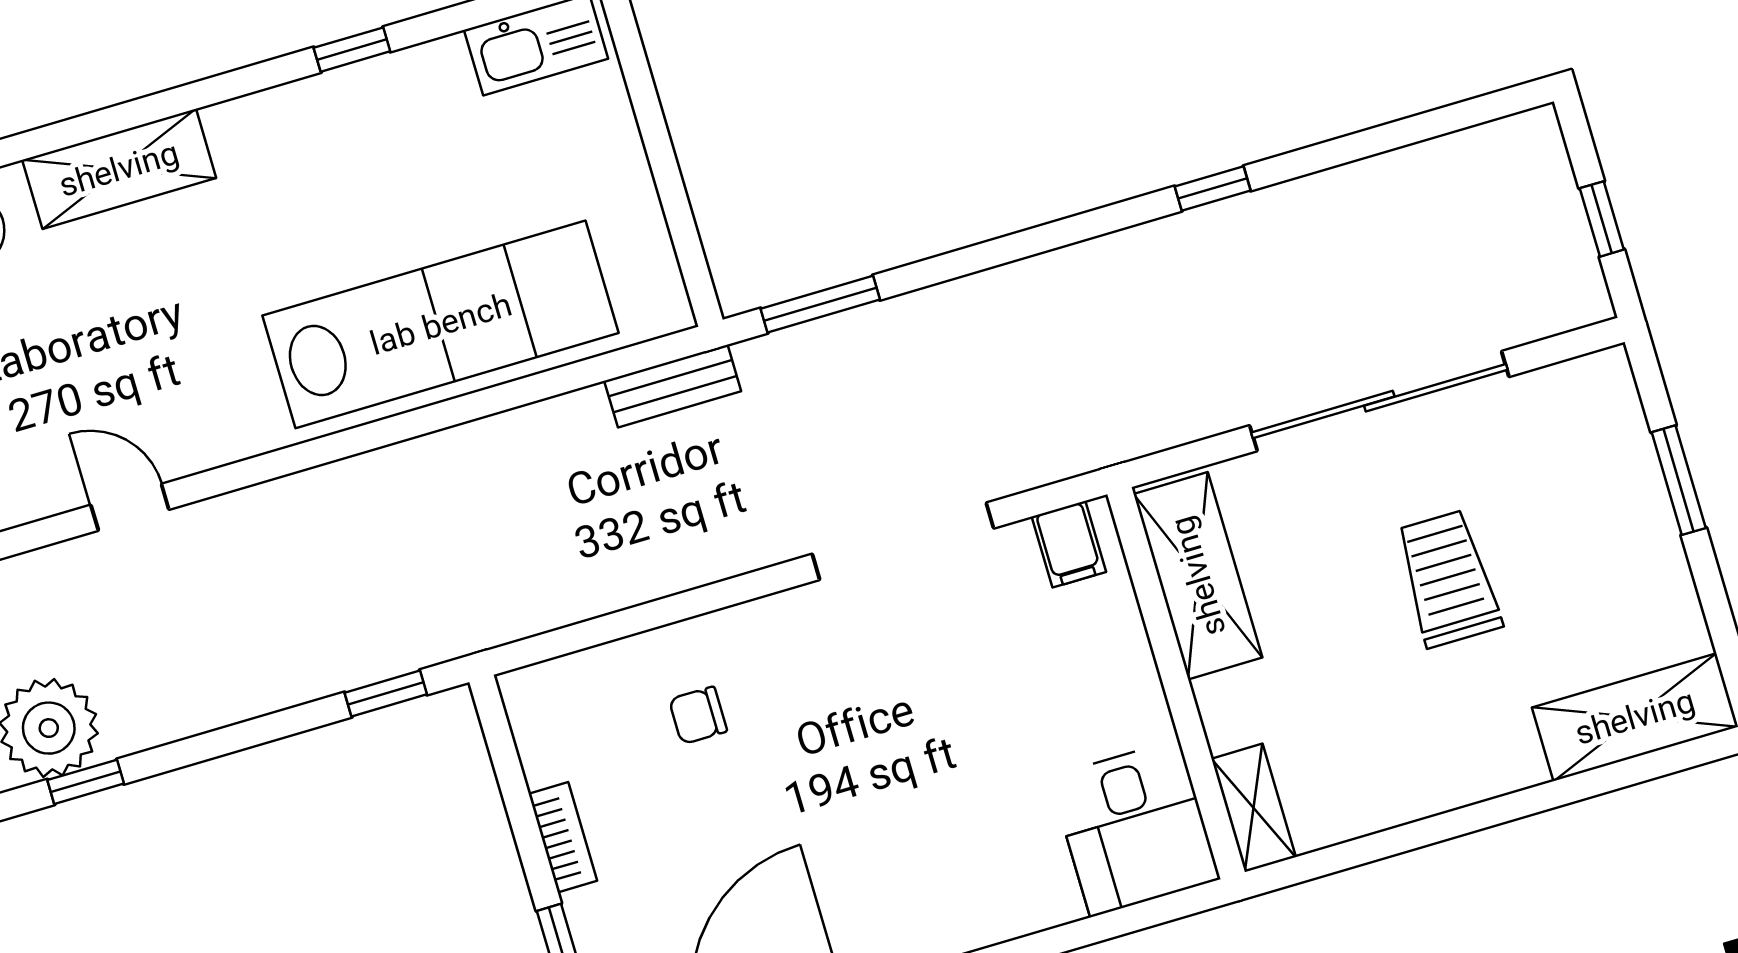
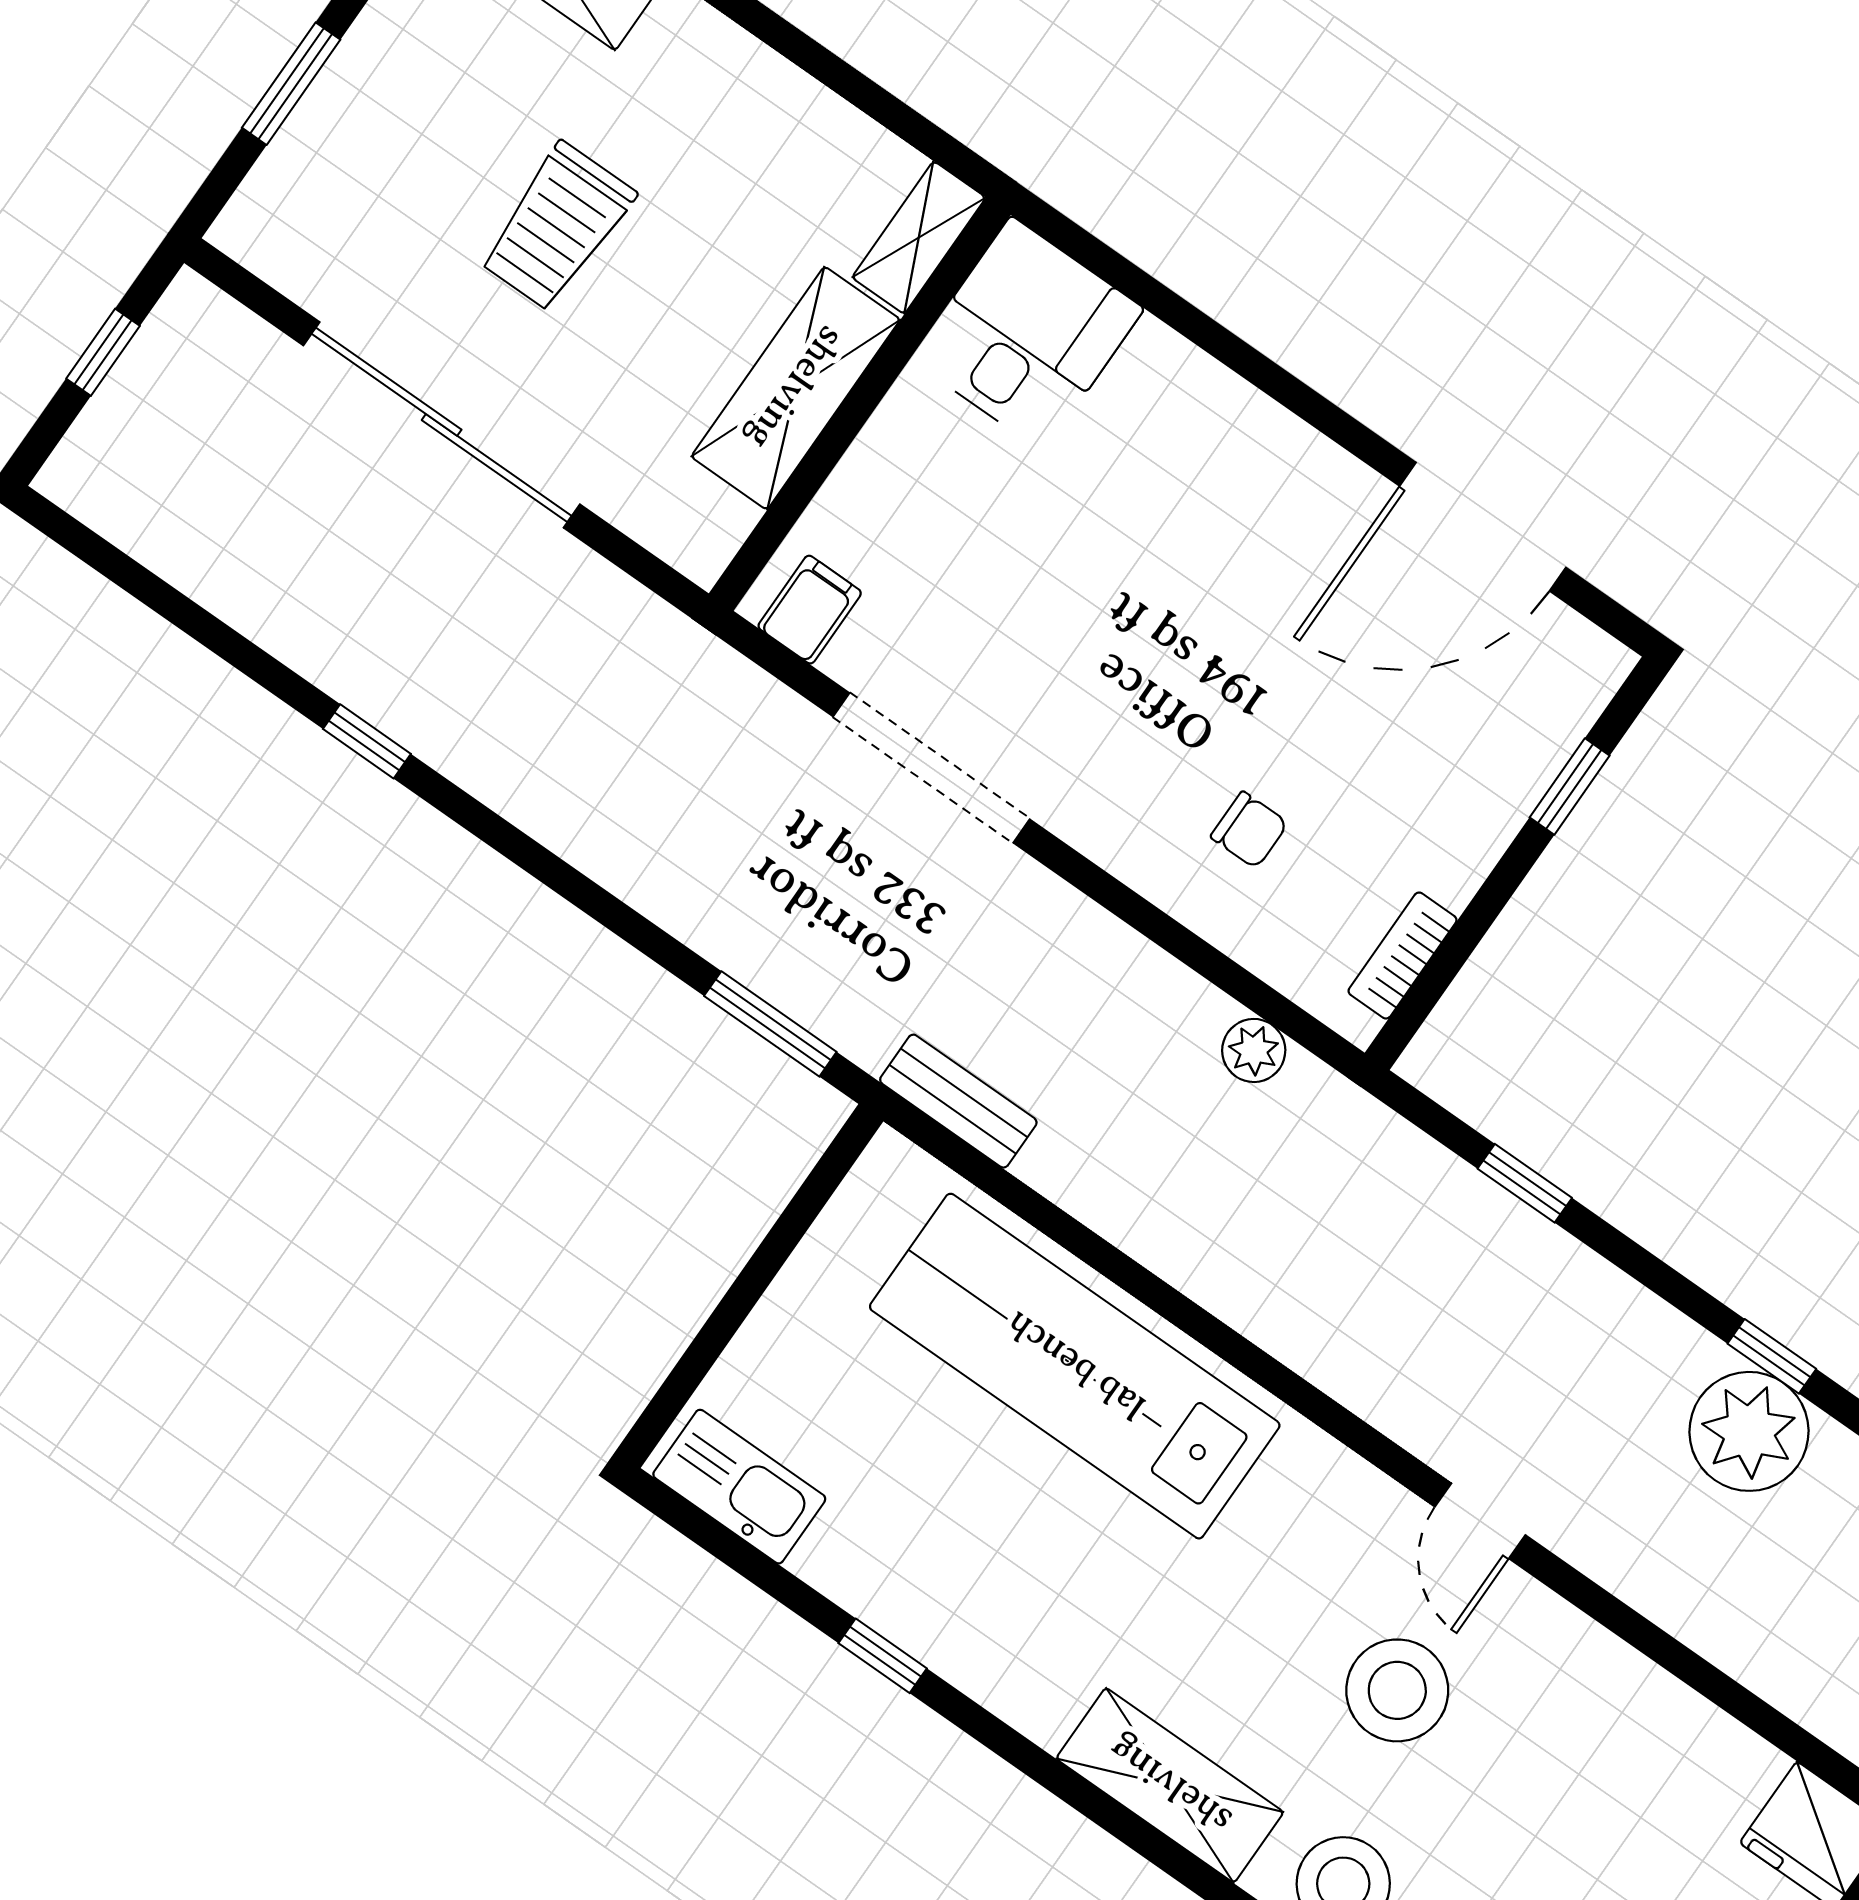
stool: (63, 366) -> (1397, 1690), added
shelving: (1198, 576) -> (796, 388), moved
plant: (553, 604) -> (1254, 1050), added
window: (386, 693) -> (1525, 1183), moved
bookcase: (563, 837) -> (1403, 956), moved

